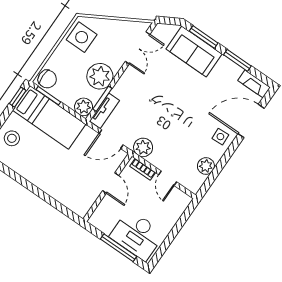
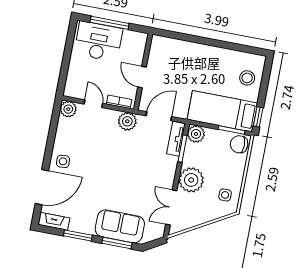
side table: (82, 37) -> (225, 195), width x0.54, depth x0.54
plant: (100, 76) -> (191, 180), moved
plant: (206, 166) -> (68, 109), moved

